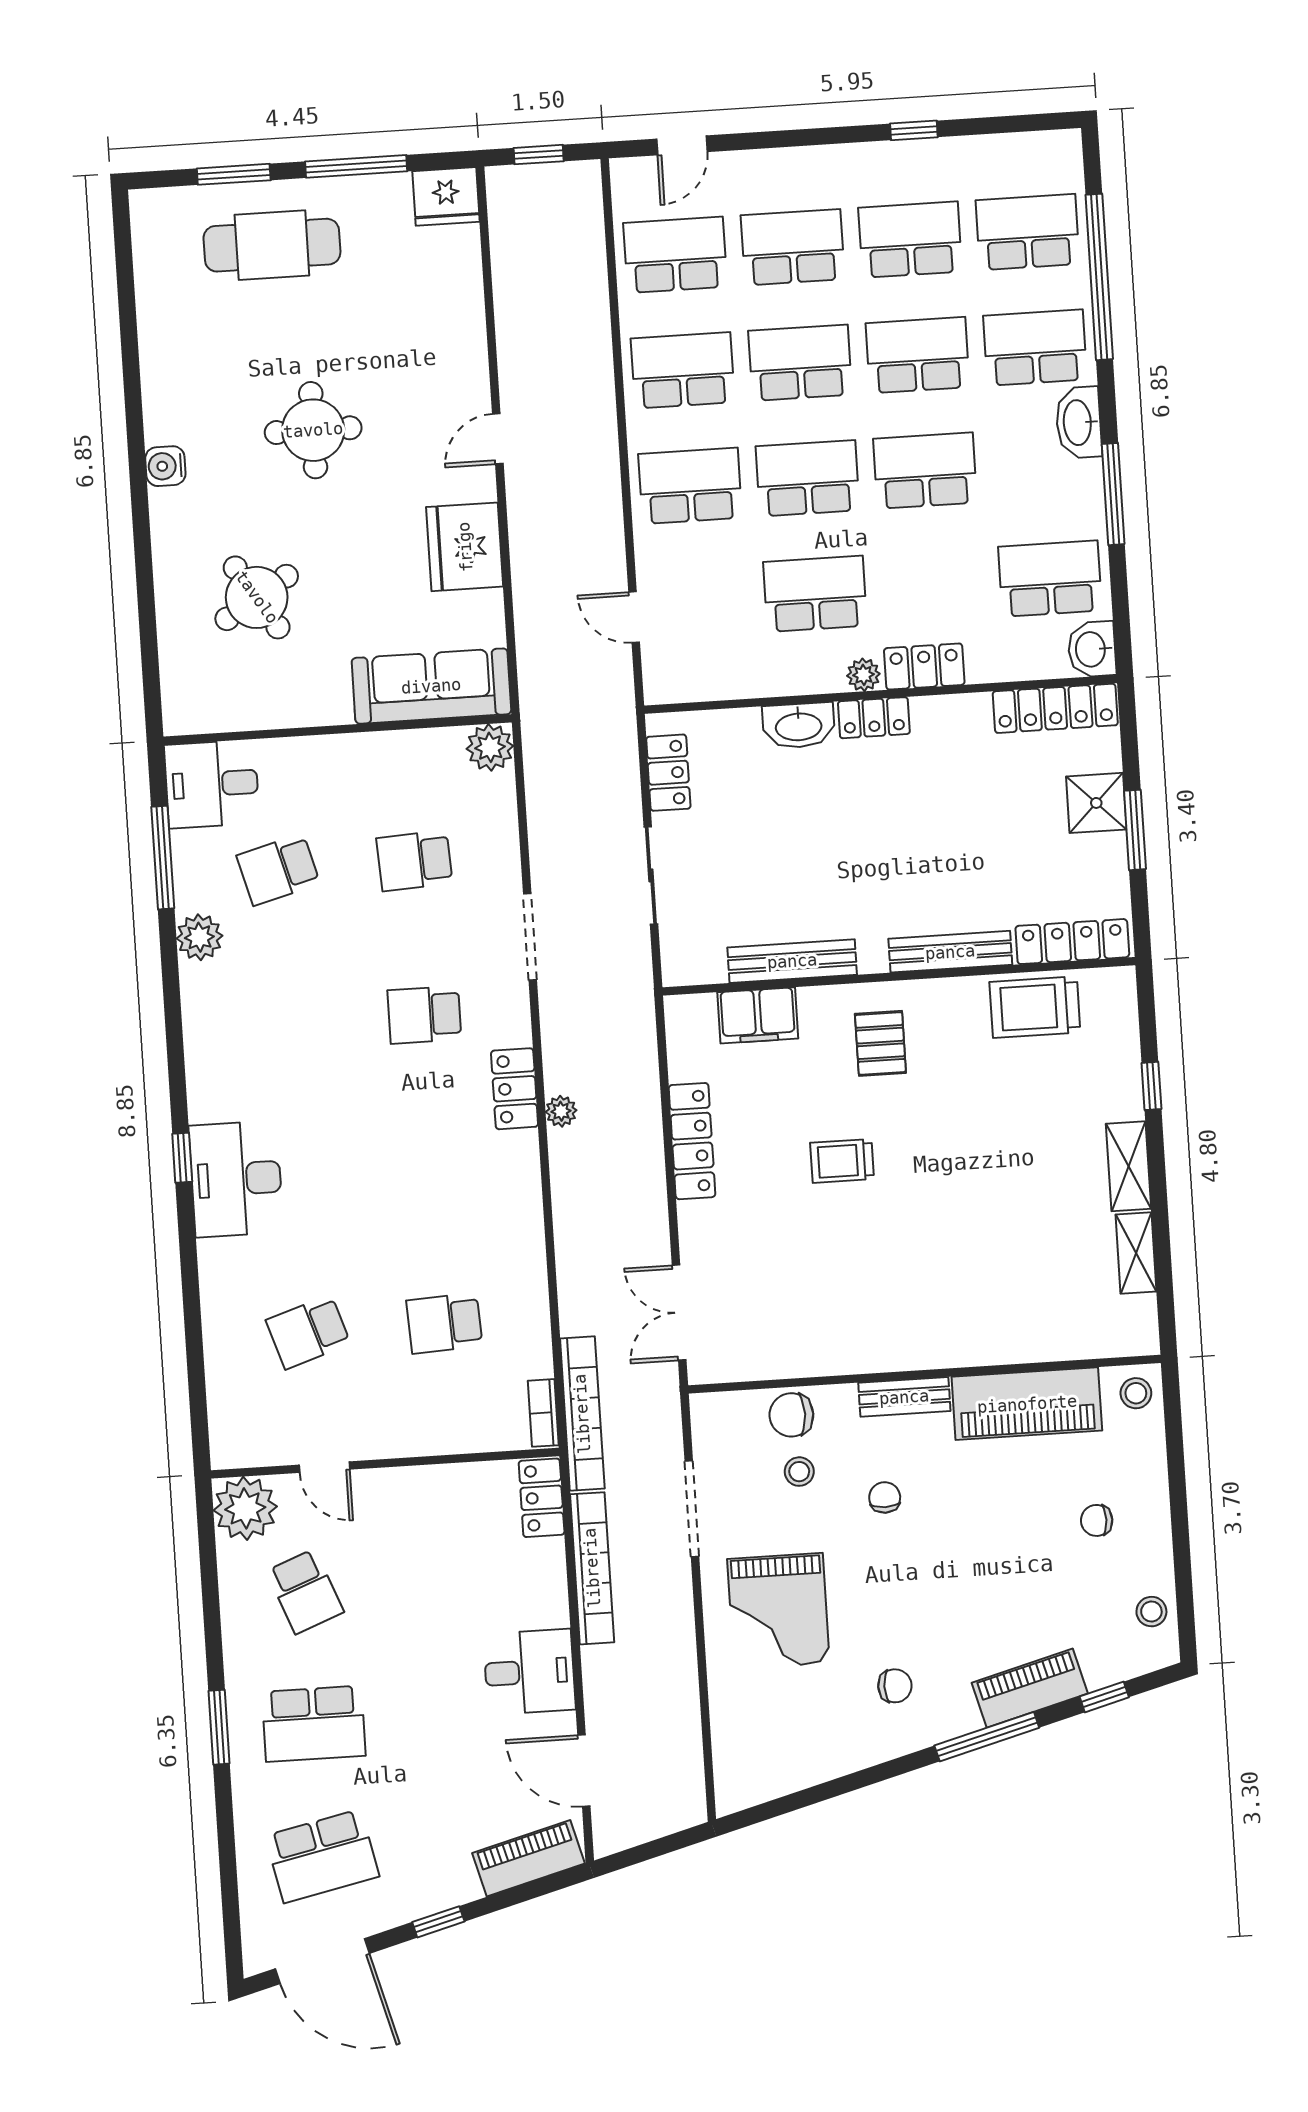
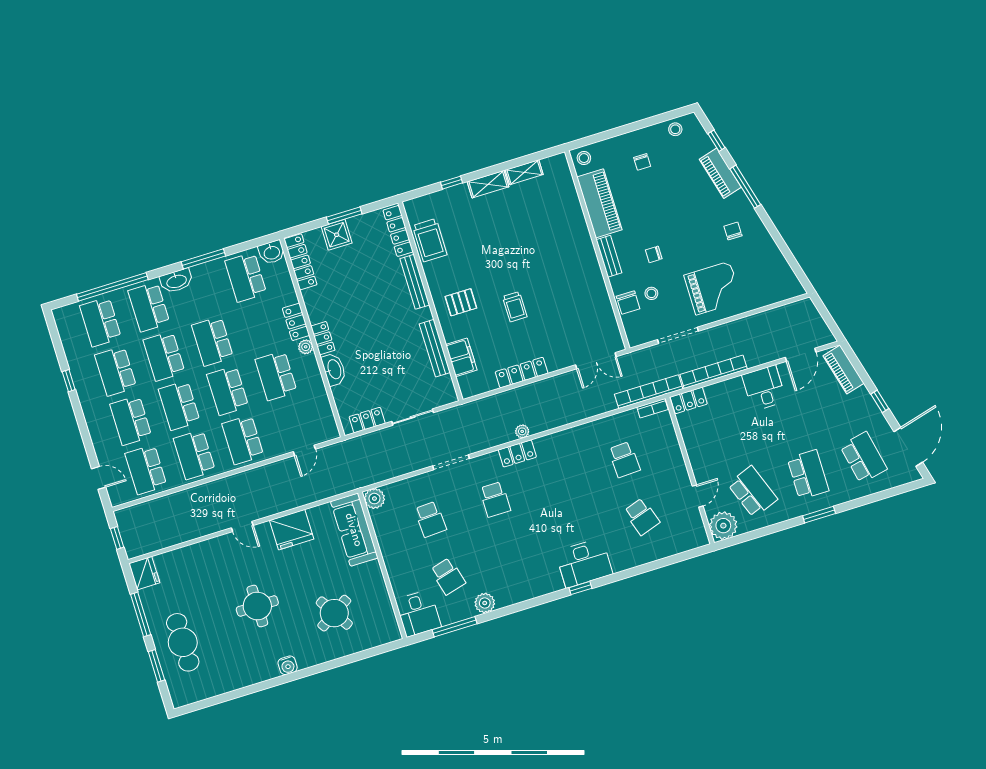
school desk: (305, 1591) -> (753, 492), width x1.85

